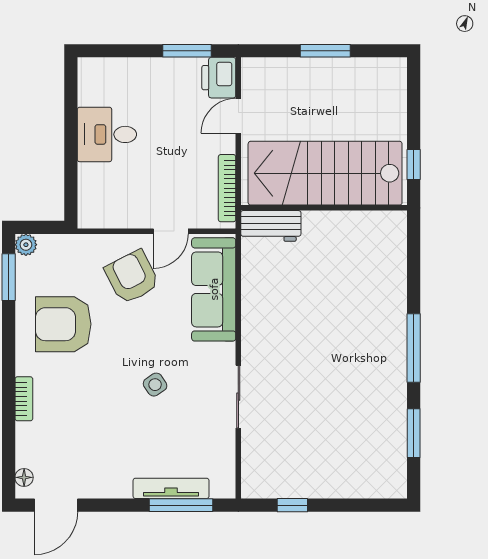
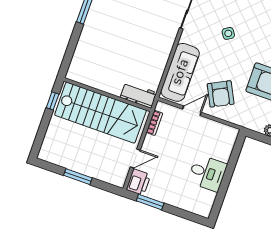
bookcase: (227, 188) -> (154, 123), width x0.64

